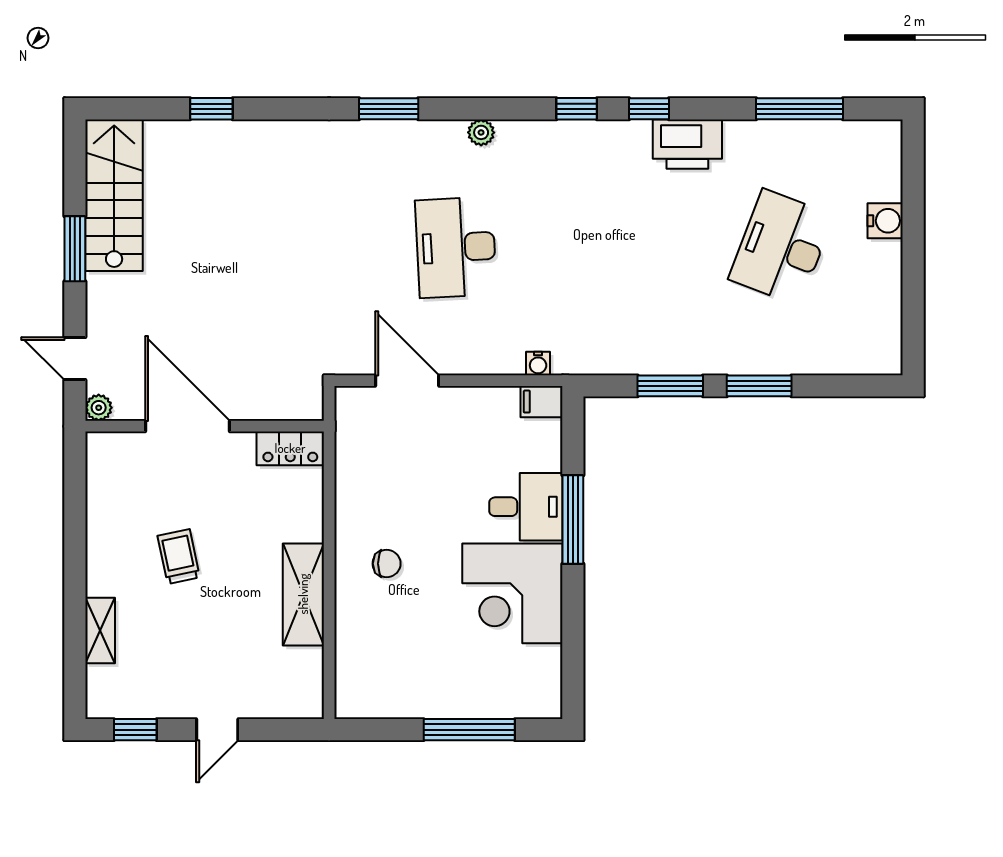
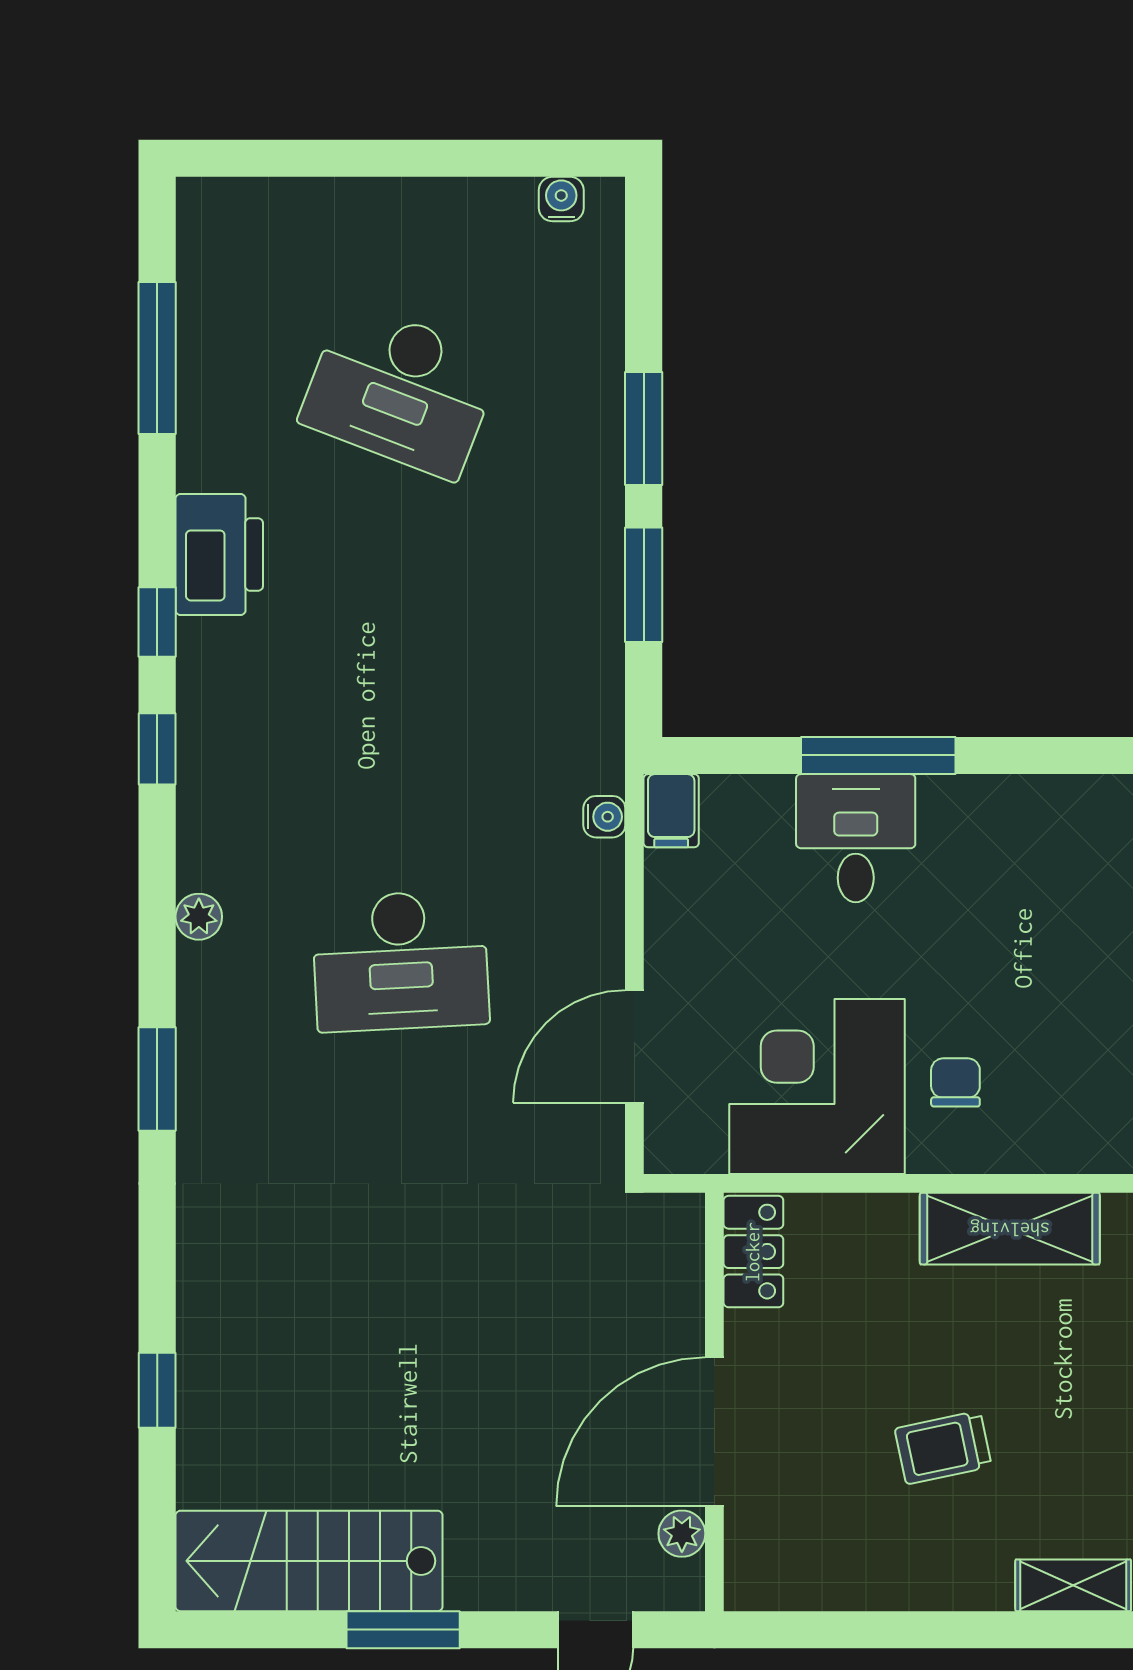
water cooler: (885, 221) -> (561, 199), moved, width x0.72, depth x0.72
plant: (99, 408) -> (682, 1534), moved
corner desk: (512, 593) -> (817, 1086), moved, turned 180

